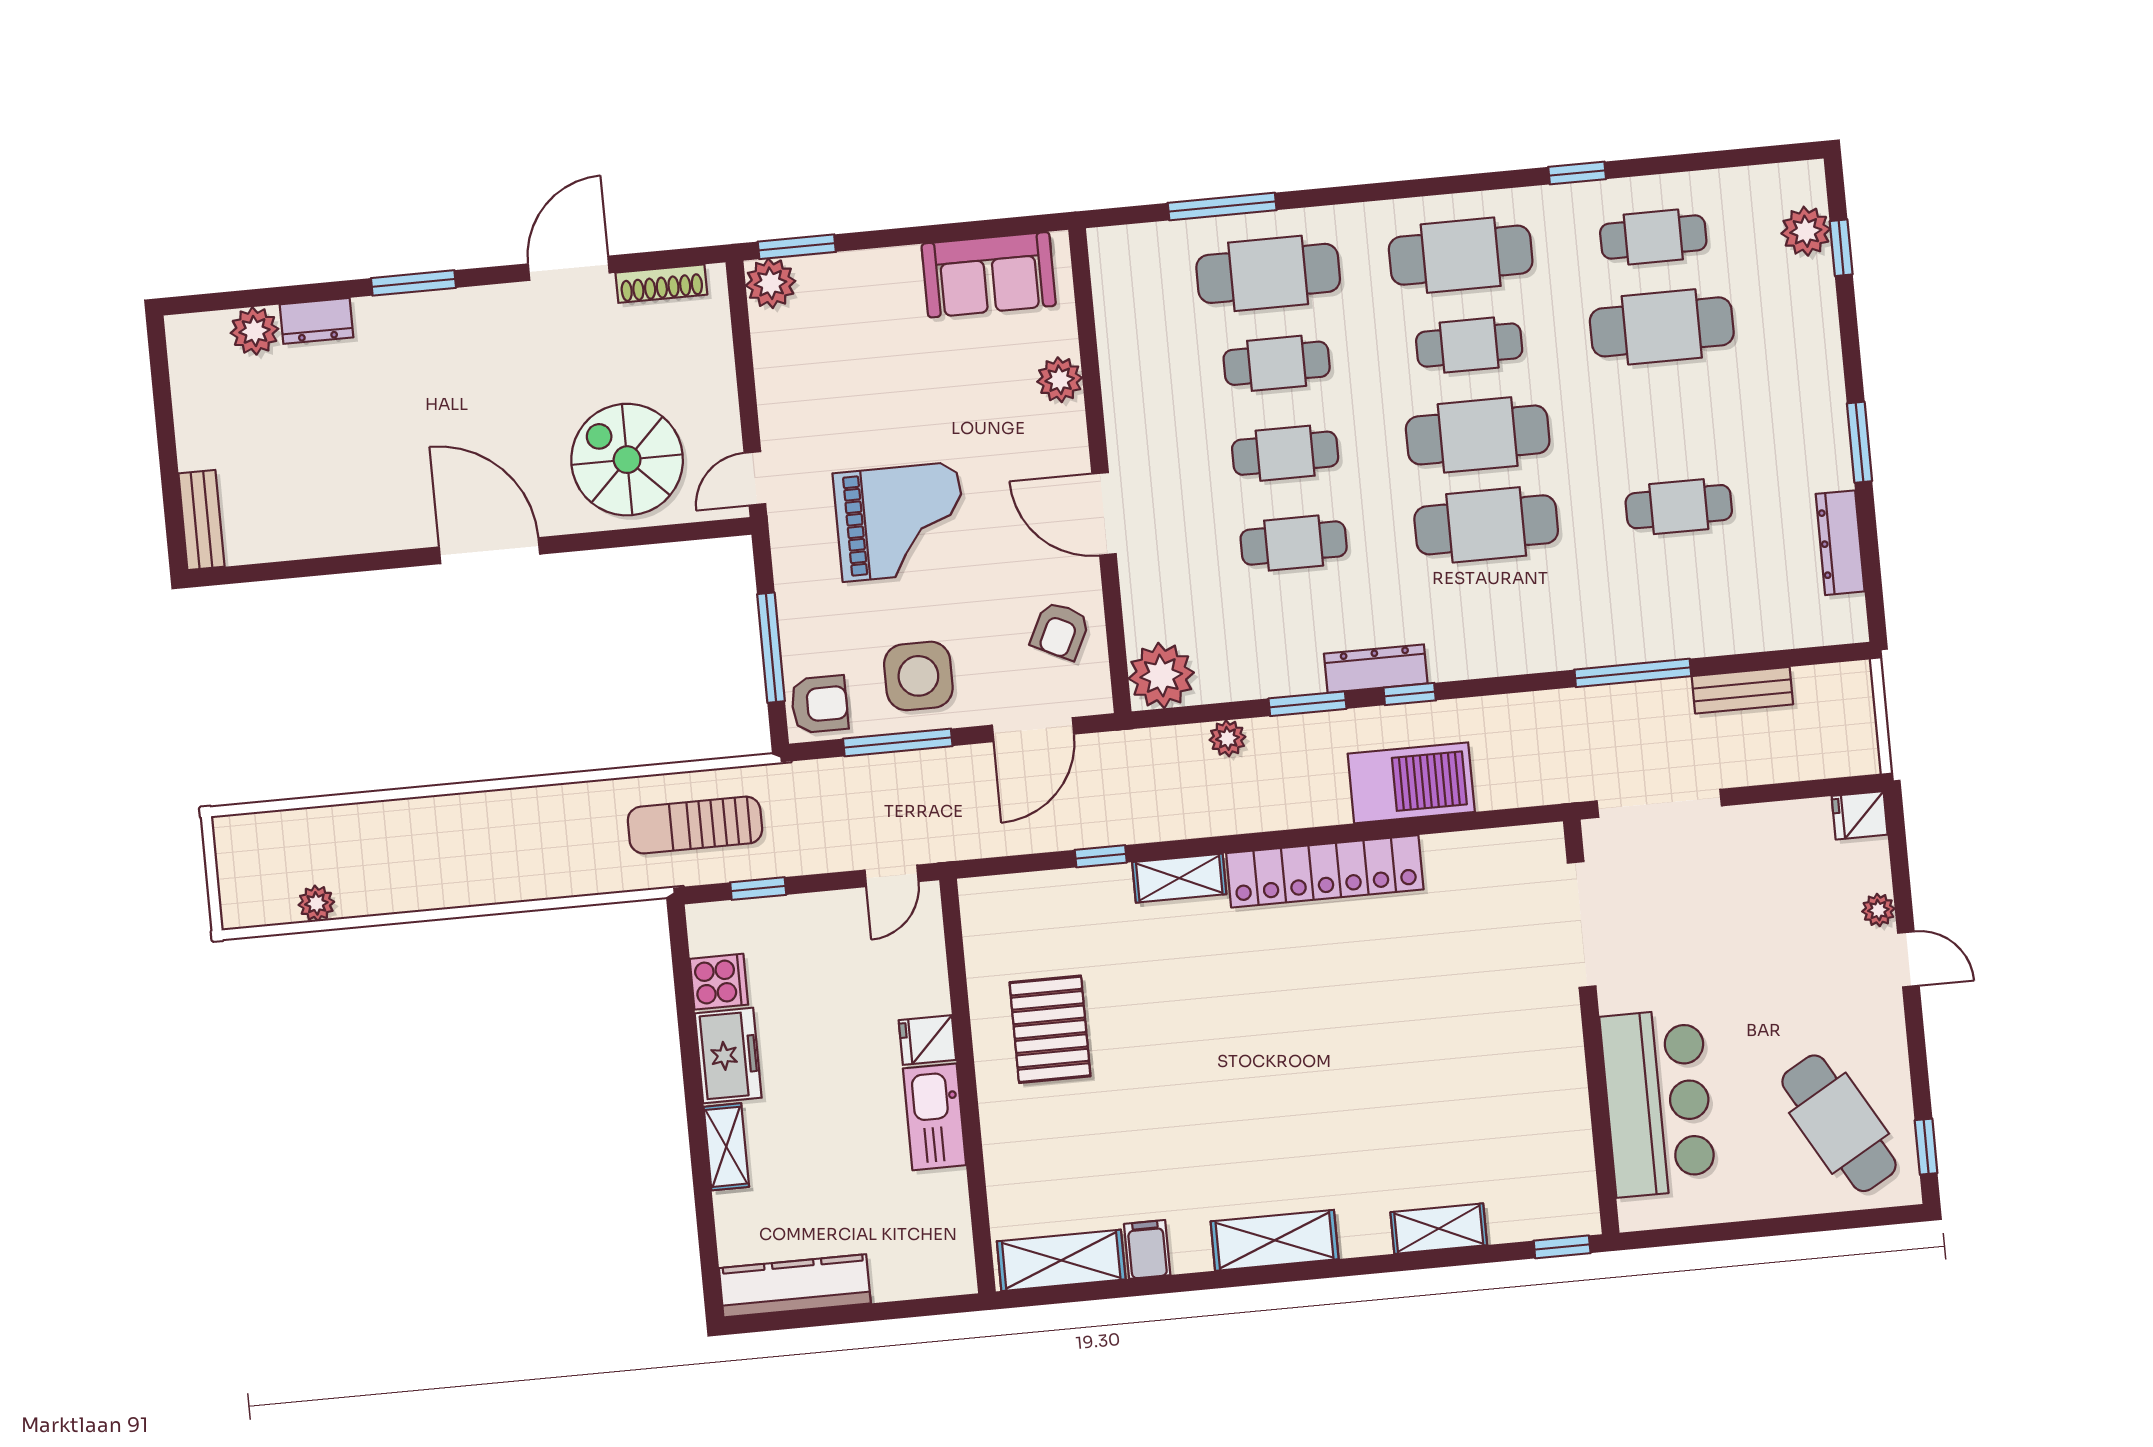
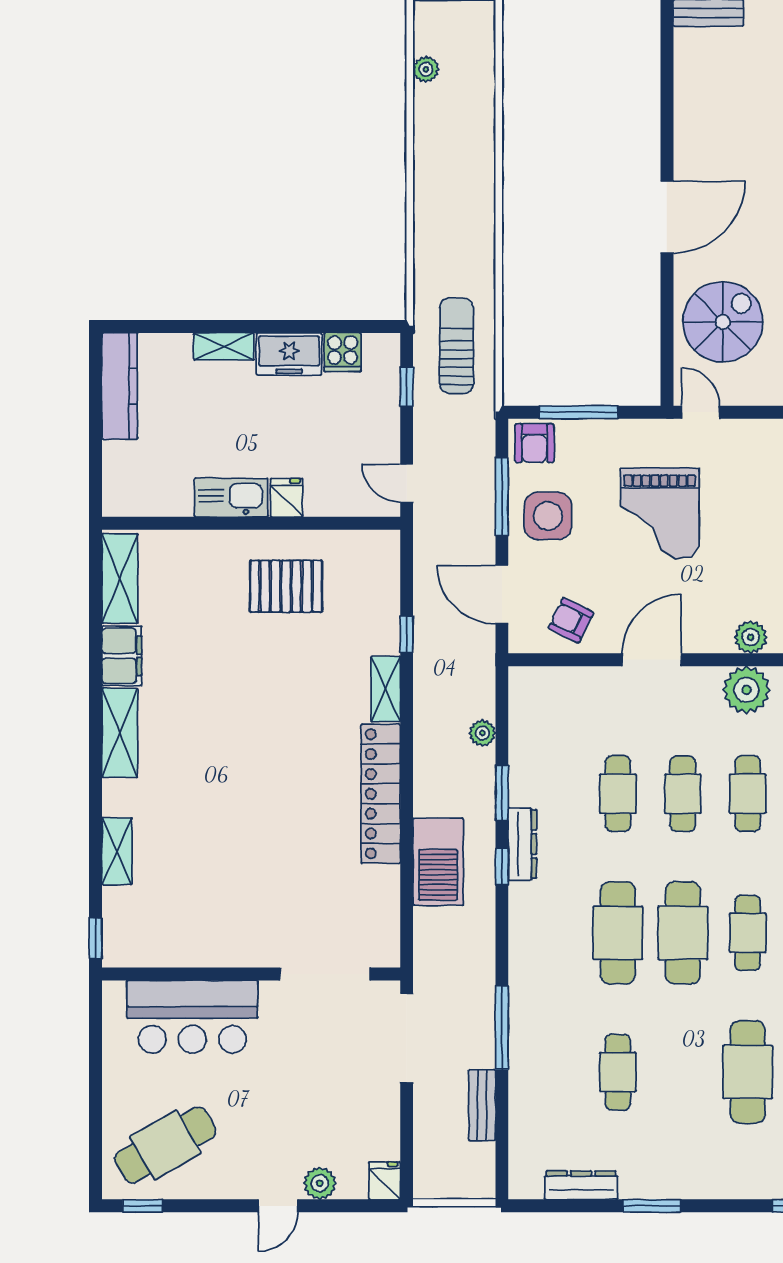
plant: (1161, 676) -> (746, 690), moved
plant: (1878, 910) -> (320, 1183), width x1.38, depth x1.38
filing cabinet: (1147, 1249) -> (122, 656), width x2.00

